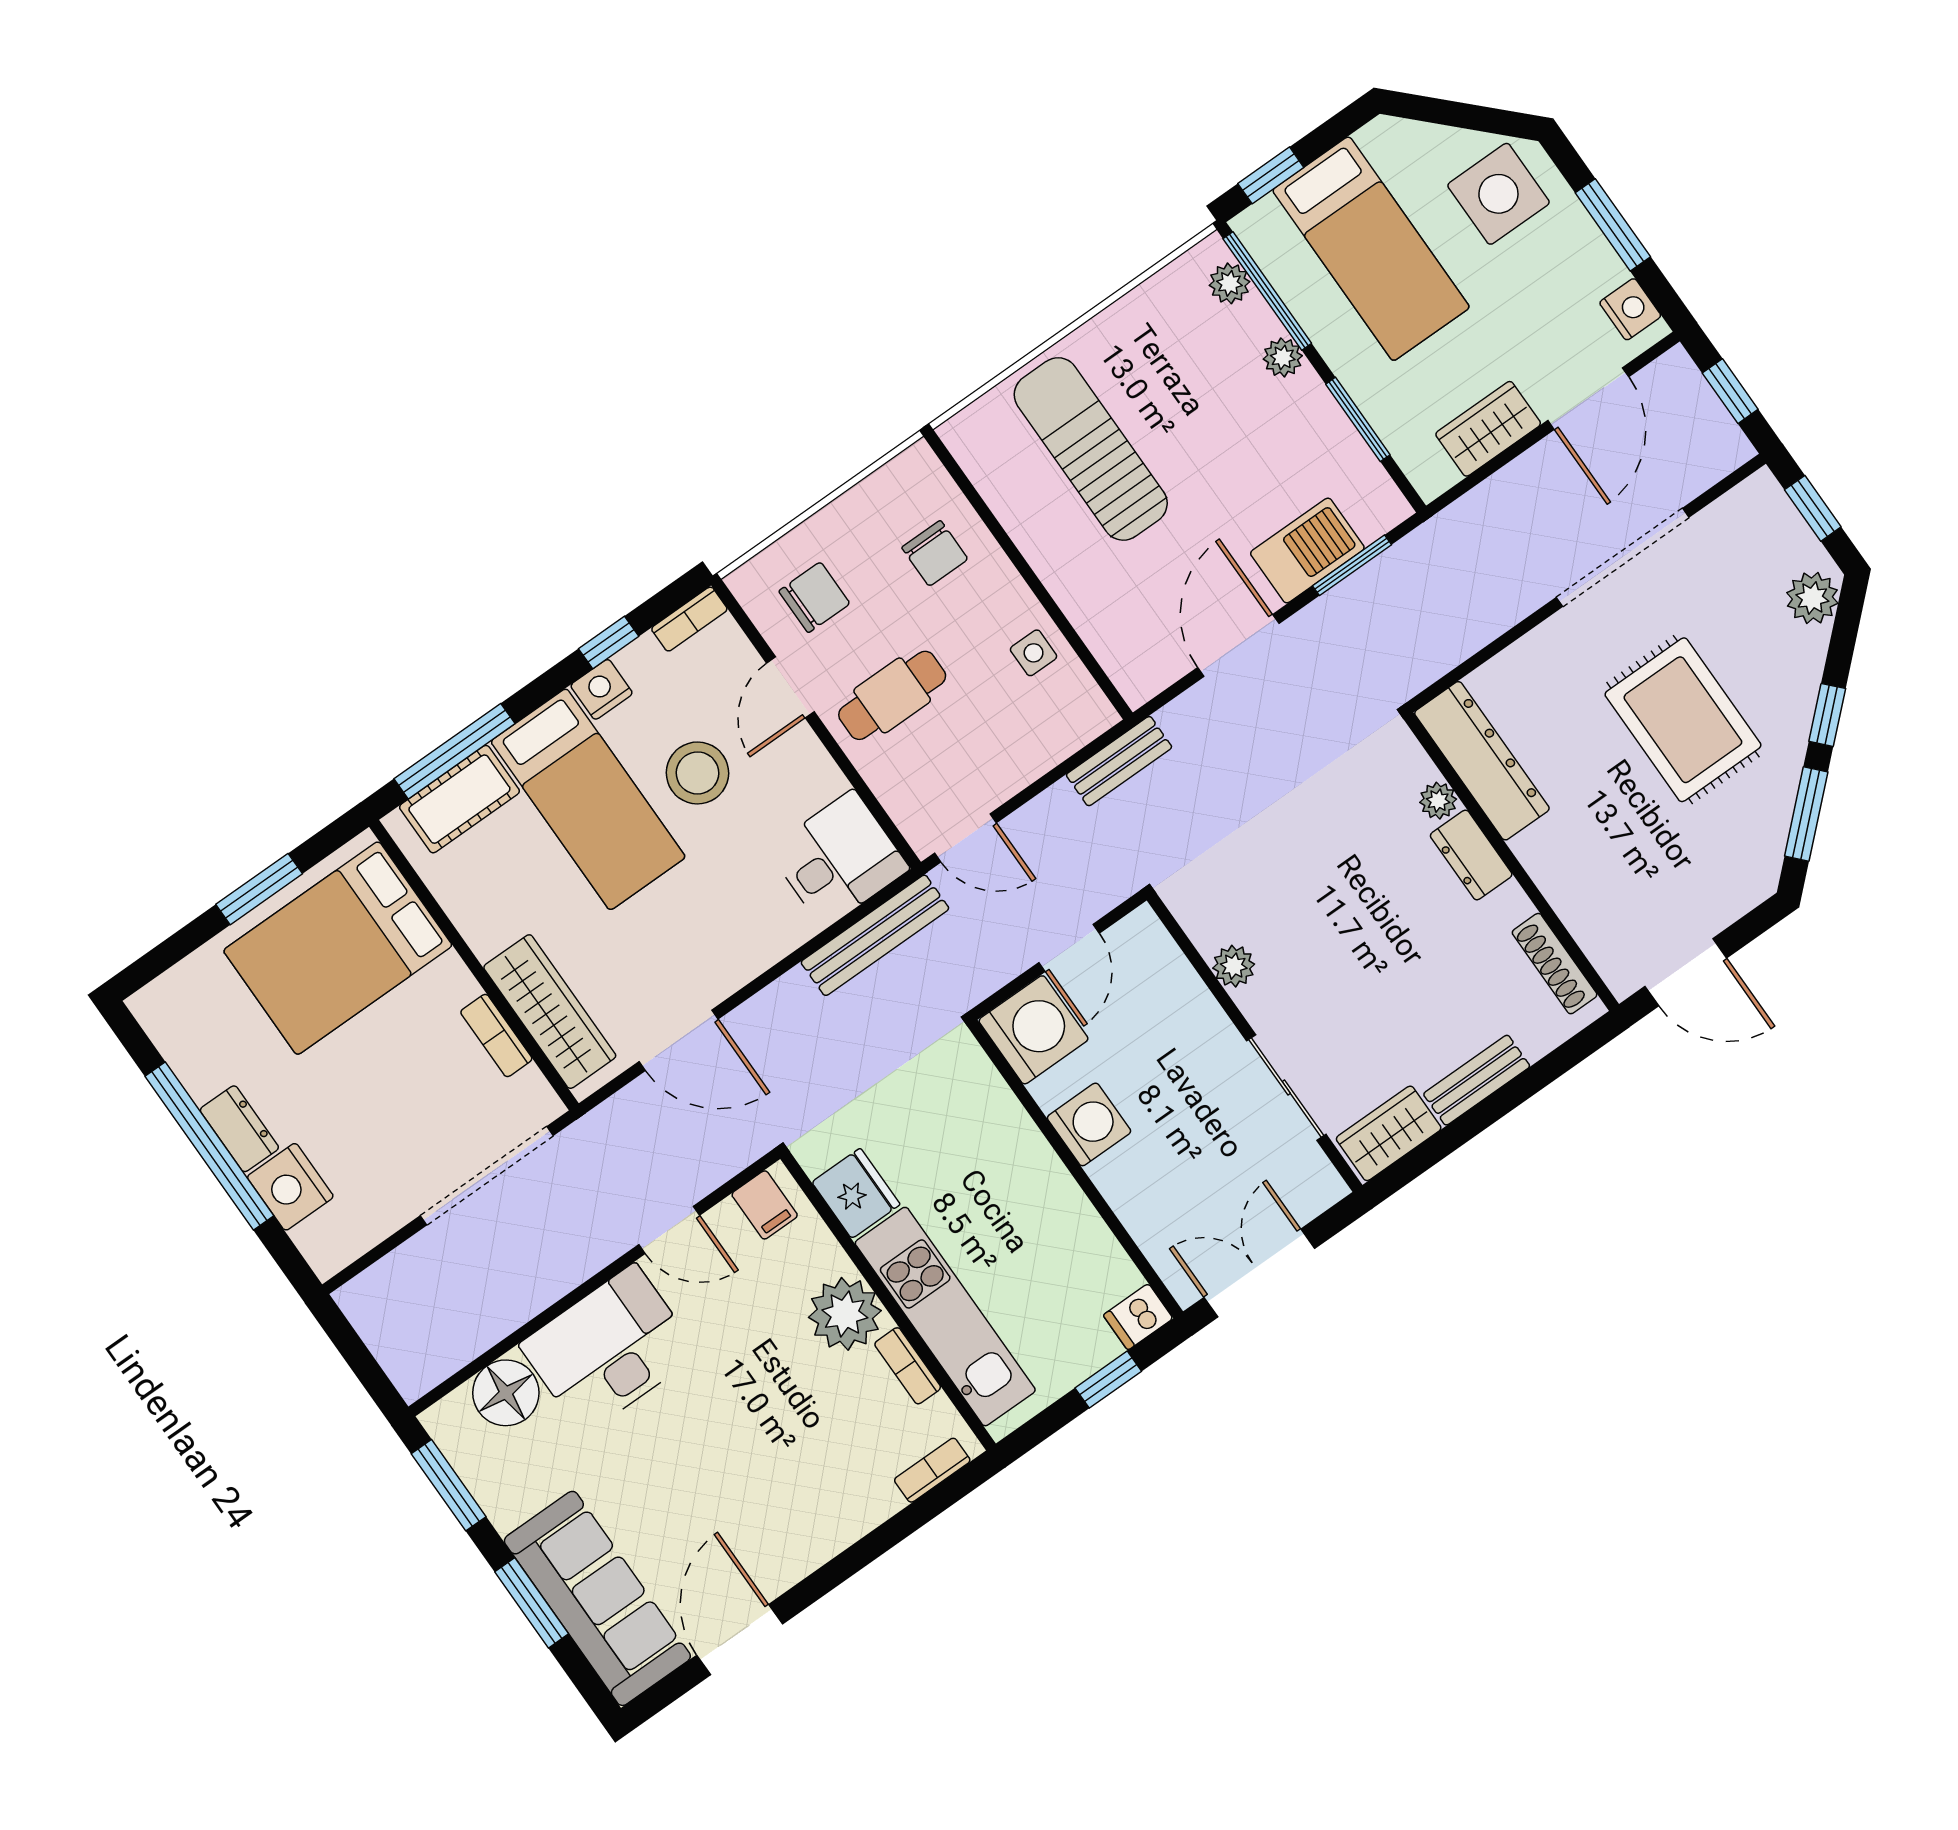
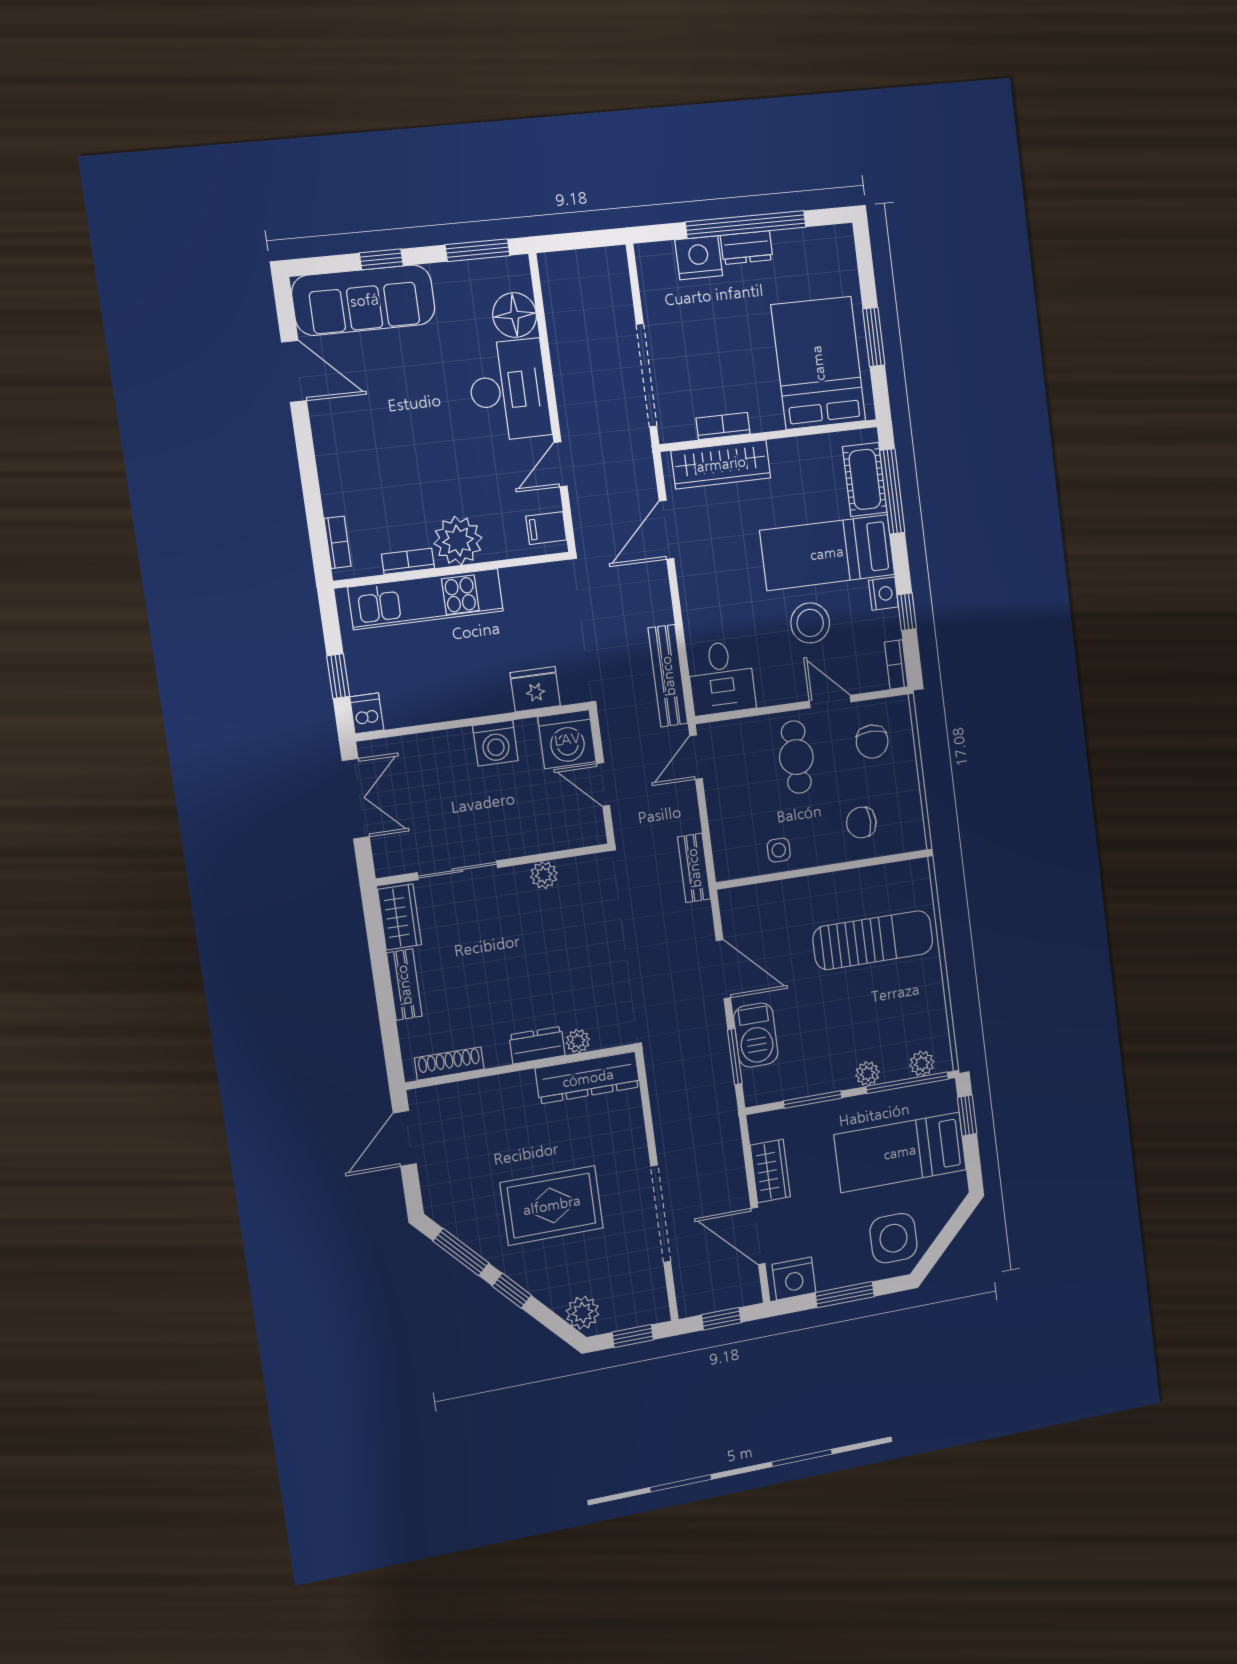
nightstand: (1630, 309) -> (794, 1278), width x1.36, depth x1.33
fridge: (856, 1193) -> (535, 689), moved, turned 180
window: (532, 1603) -> (381, 259), width x0.67

